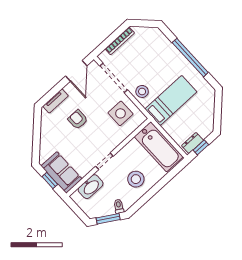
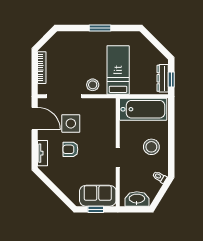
window: (190, 58) -> (100, 28), width x0.47
side table: (121, 113) -> (71, 123), moved
dresser: (192, 143) -> (163, 78), width x1.44
washbasin: (91, 187) -> (137, 199), moved, turned -90
window: (108, 219) -> (161, 193), removed

